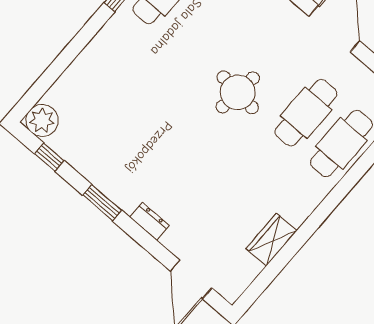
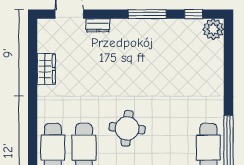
window: (102, 203) -> (147, 14), width x1.44
dresser: (149, 221) -> (98, 25), moved

